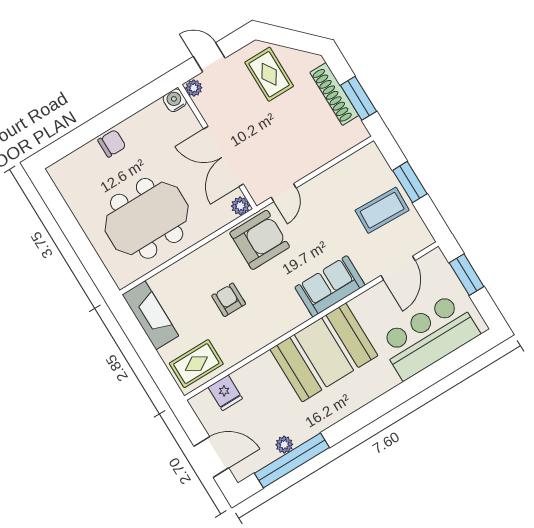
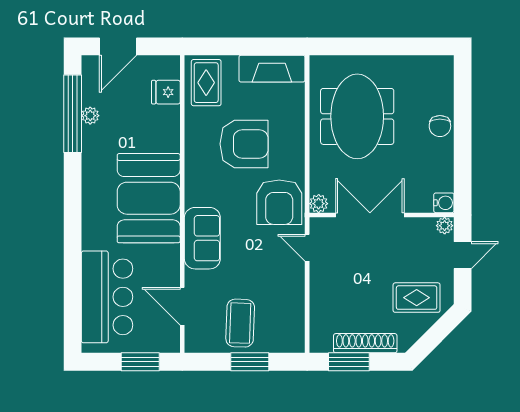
armchair: (229, 300) -> (244, 144), width x1.88, depth x1.88

